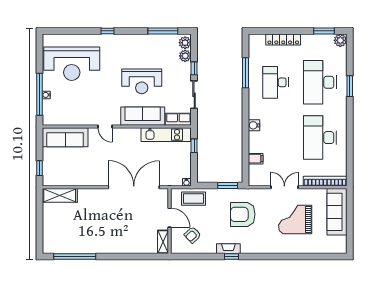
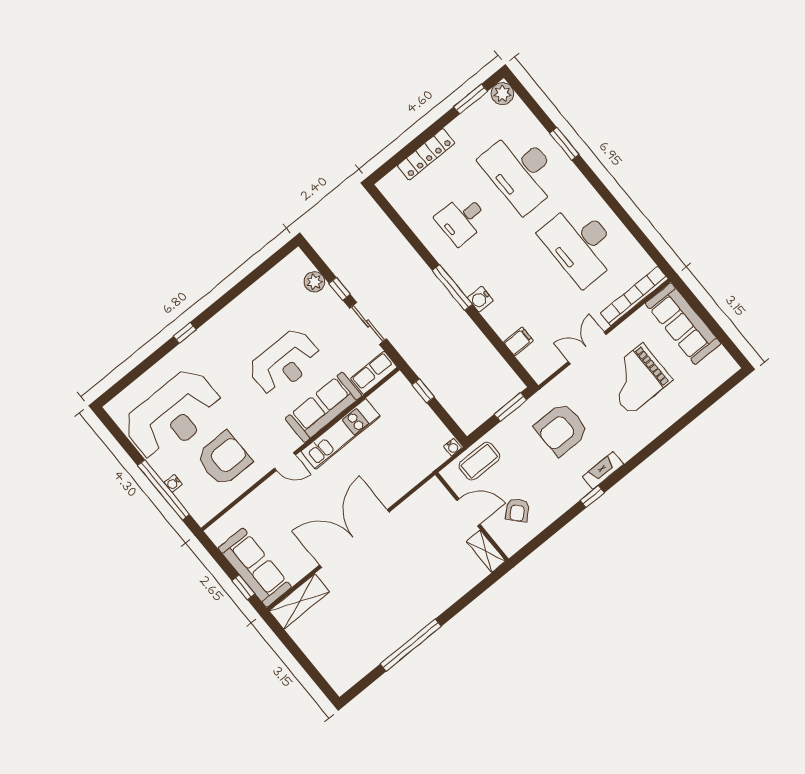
window: (163, 31) -> (258, 273), removed
plant: (185, 43) -> (300, 265), removed
window: (246, 73) -> (452, 288), moved
desk: (275, 82) -> (462, 219), width x0.73
armchair: (78, 103) -> (224, 459), added
kitchen unit: (166, 135) -> (341, 434), moved
sofa: (65, 137) -> (255, 568), moved, turned -90
double door: (134, 187) -> (354, 539), moved
fireplace: (228, 249) -> (603, 470), moved
window: (75, 257) -> (411, 645), moved

